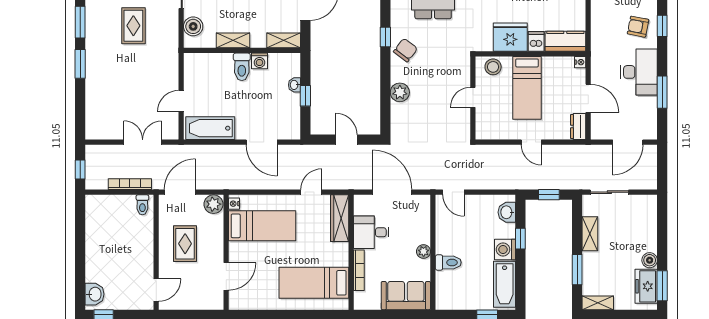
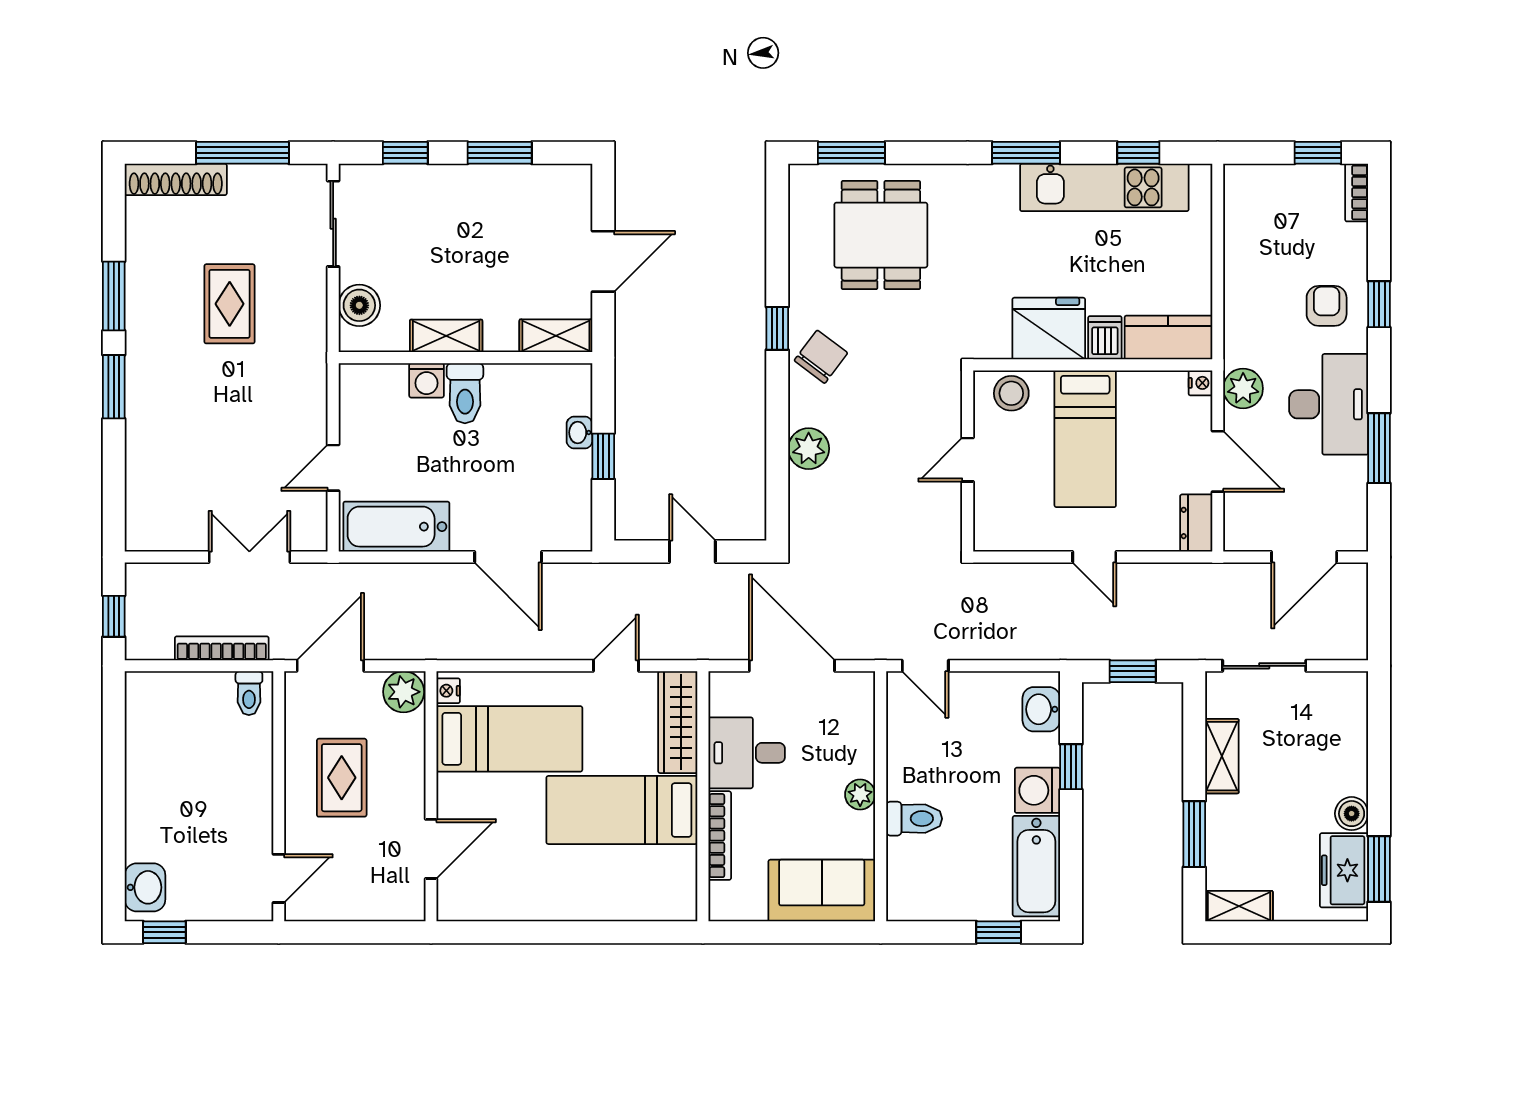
armchair: (638, 27) -> (1327, 306), turned 79
washing machine: (259, 61) -> (427, 380), moved
plant: (600, 65) -> (1243, 388), added
bed: (314, 283) -> (622, 810), moved

